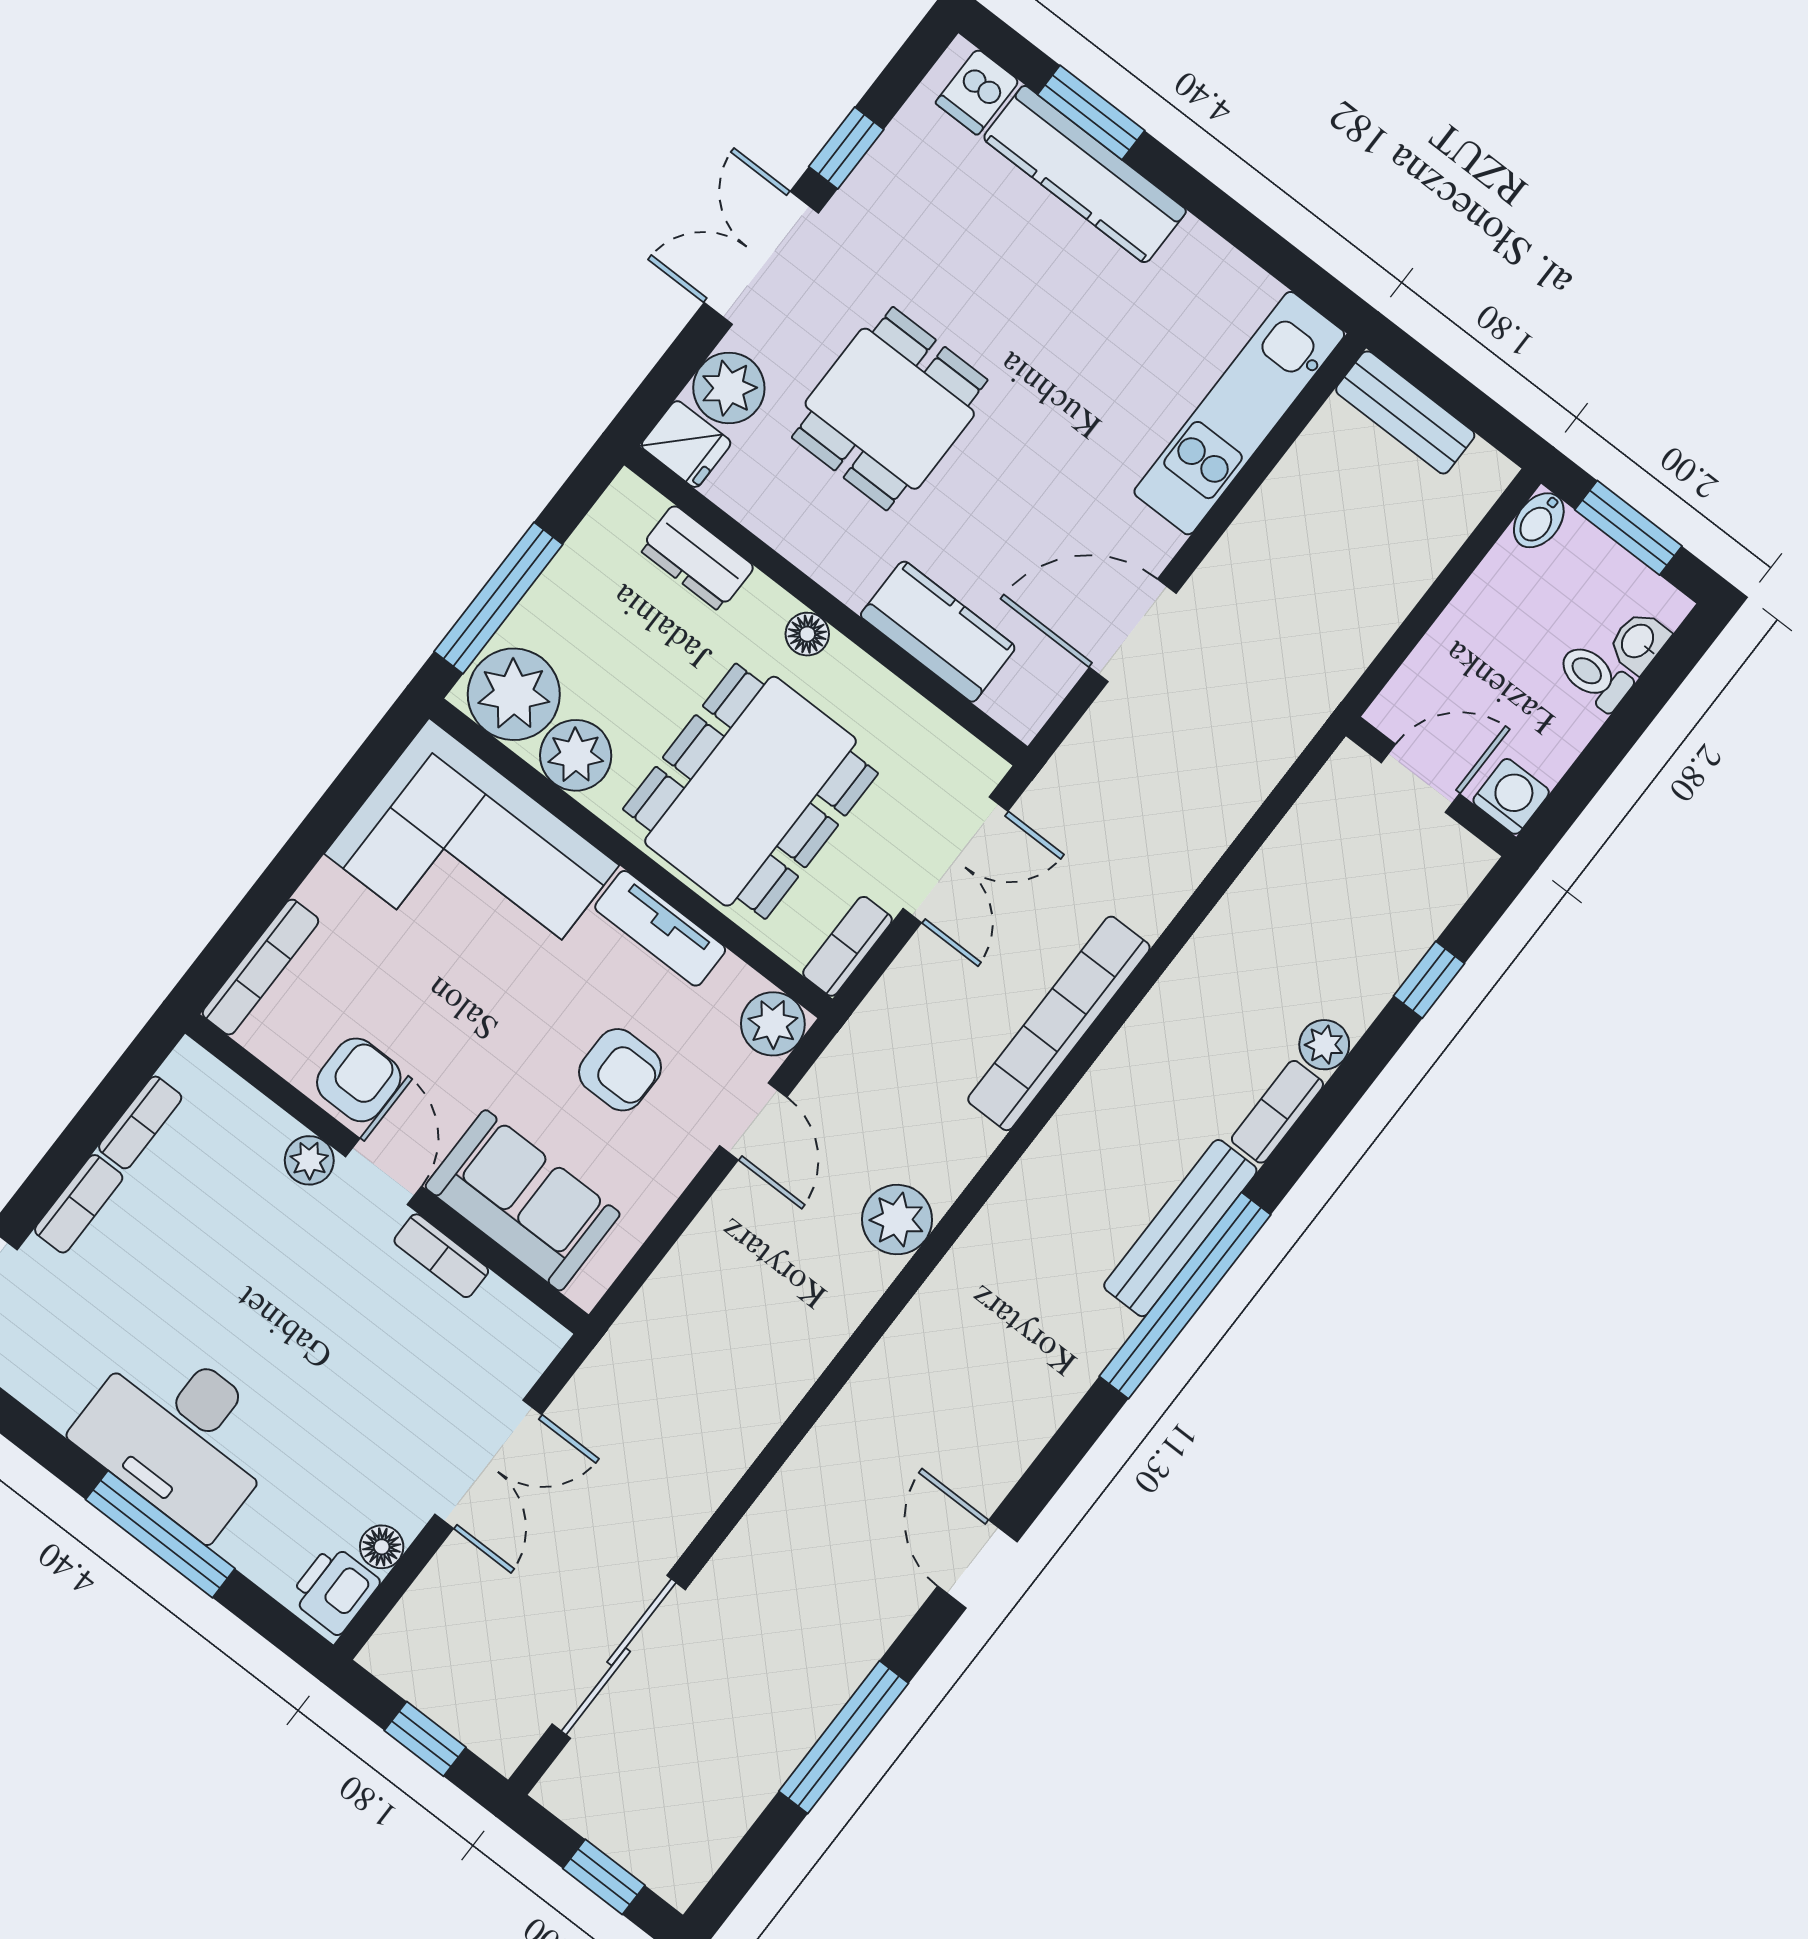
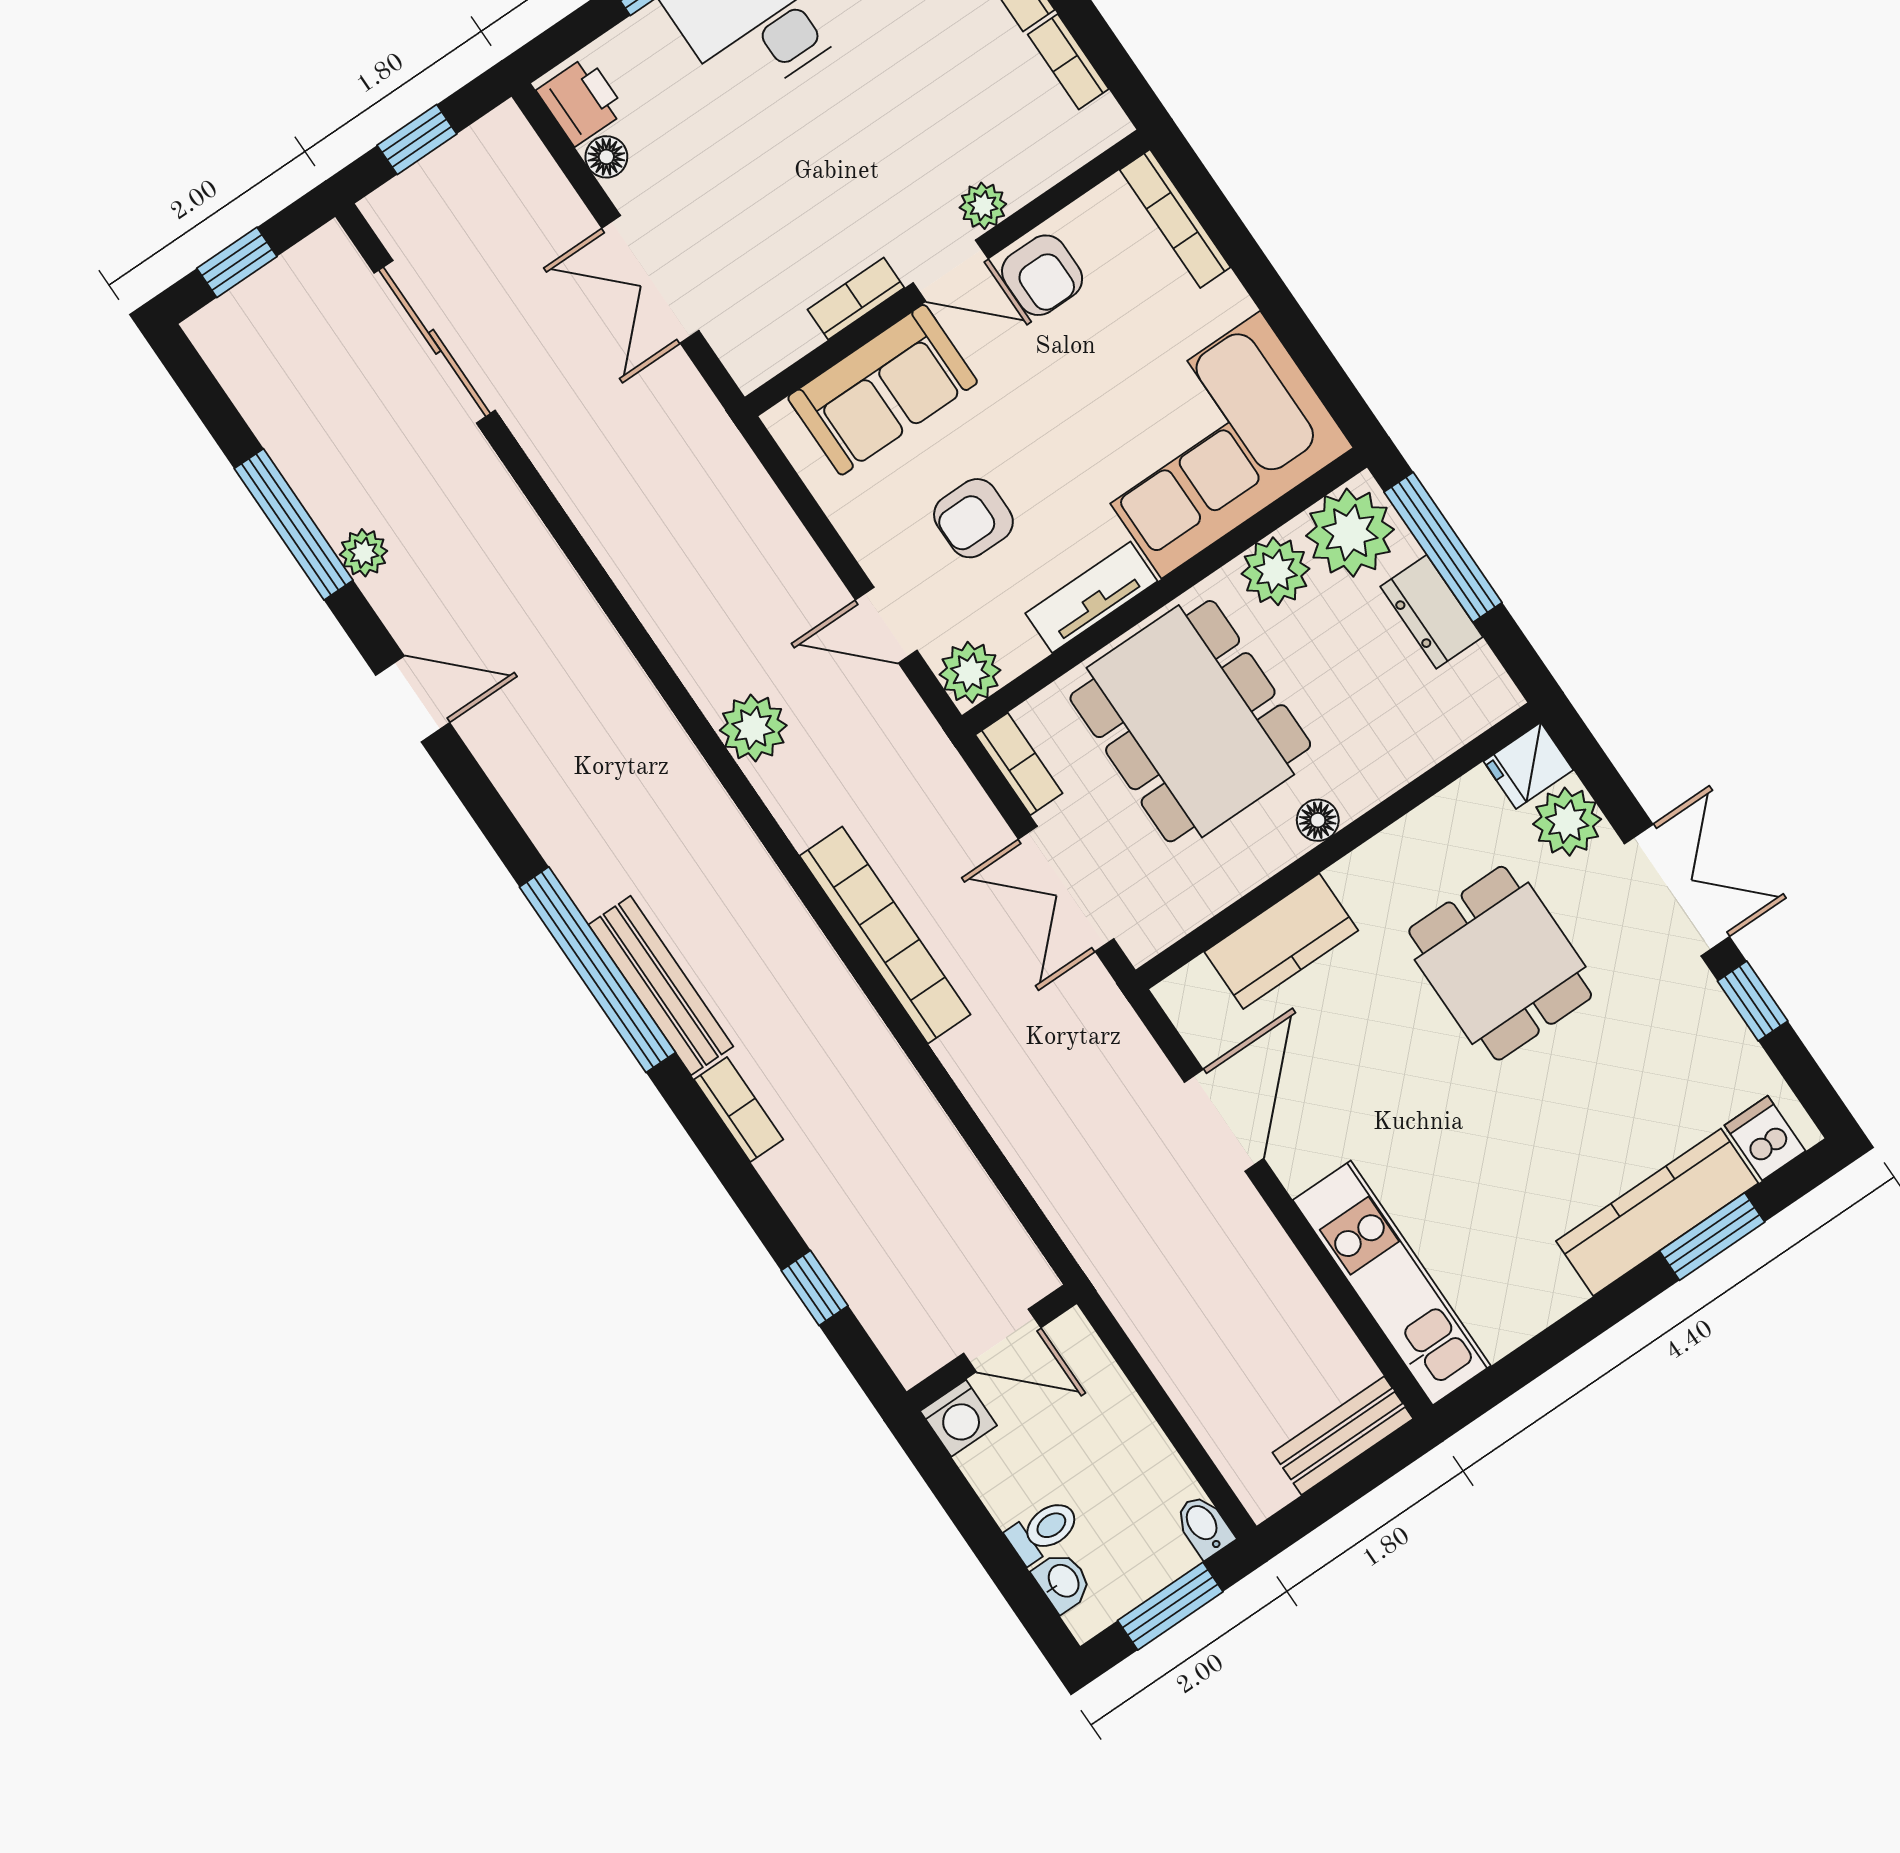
dresser: (697, 558) -> (1431, 612), moved, turned -90
door: (1421, 778) -> (1002, 1340), hinge flipped
plant: (1324, 1045) -> (364, 553), moved

